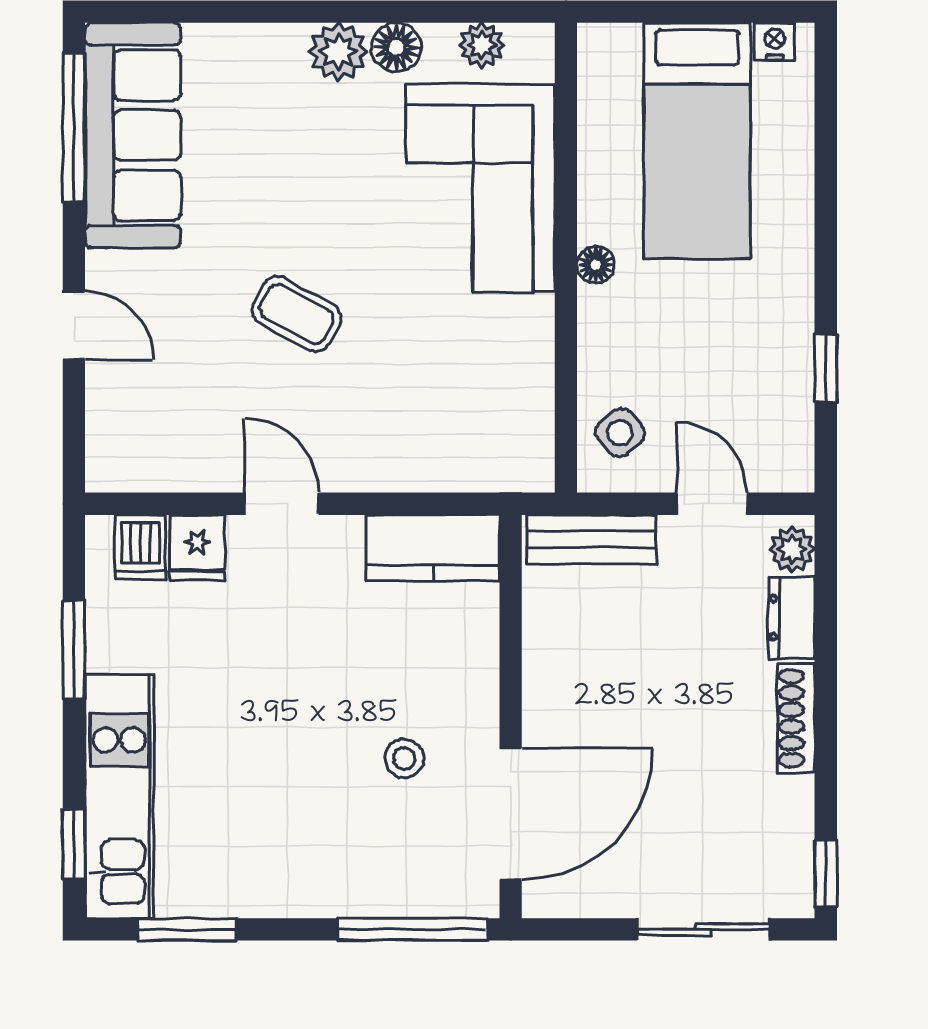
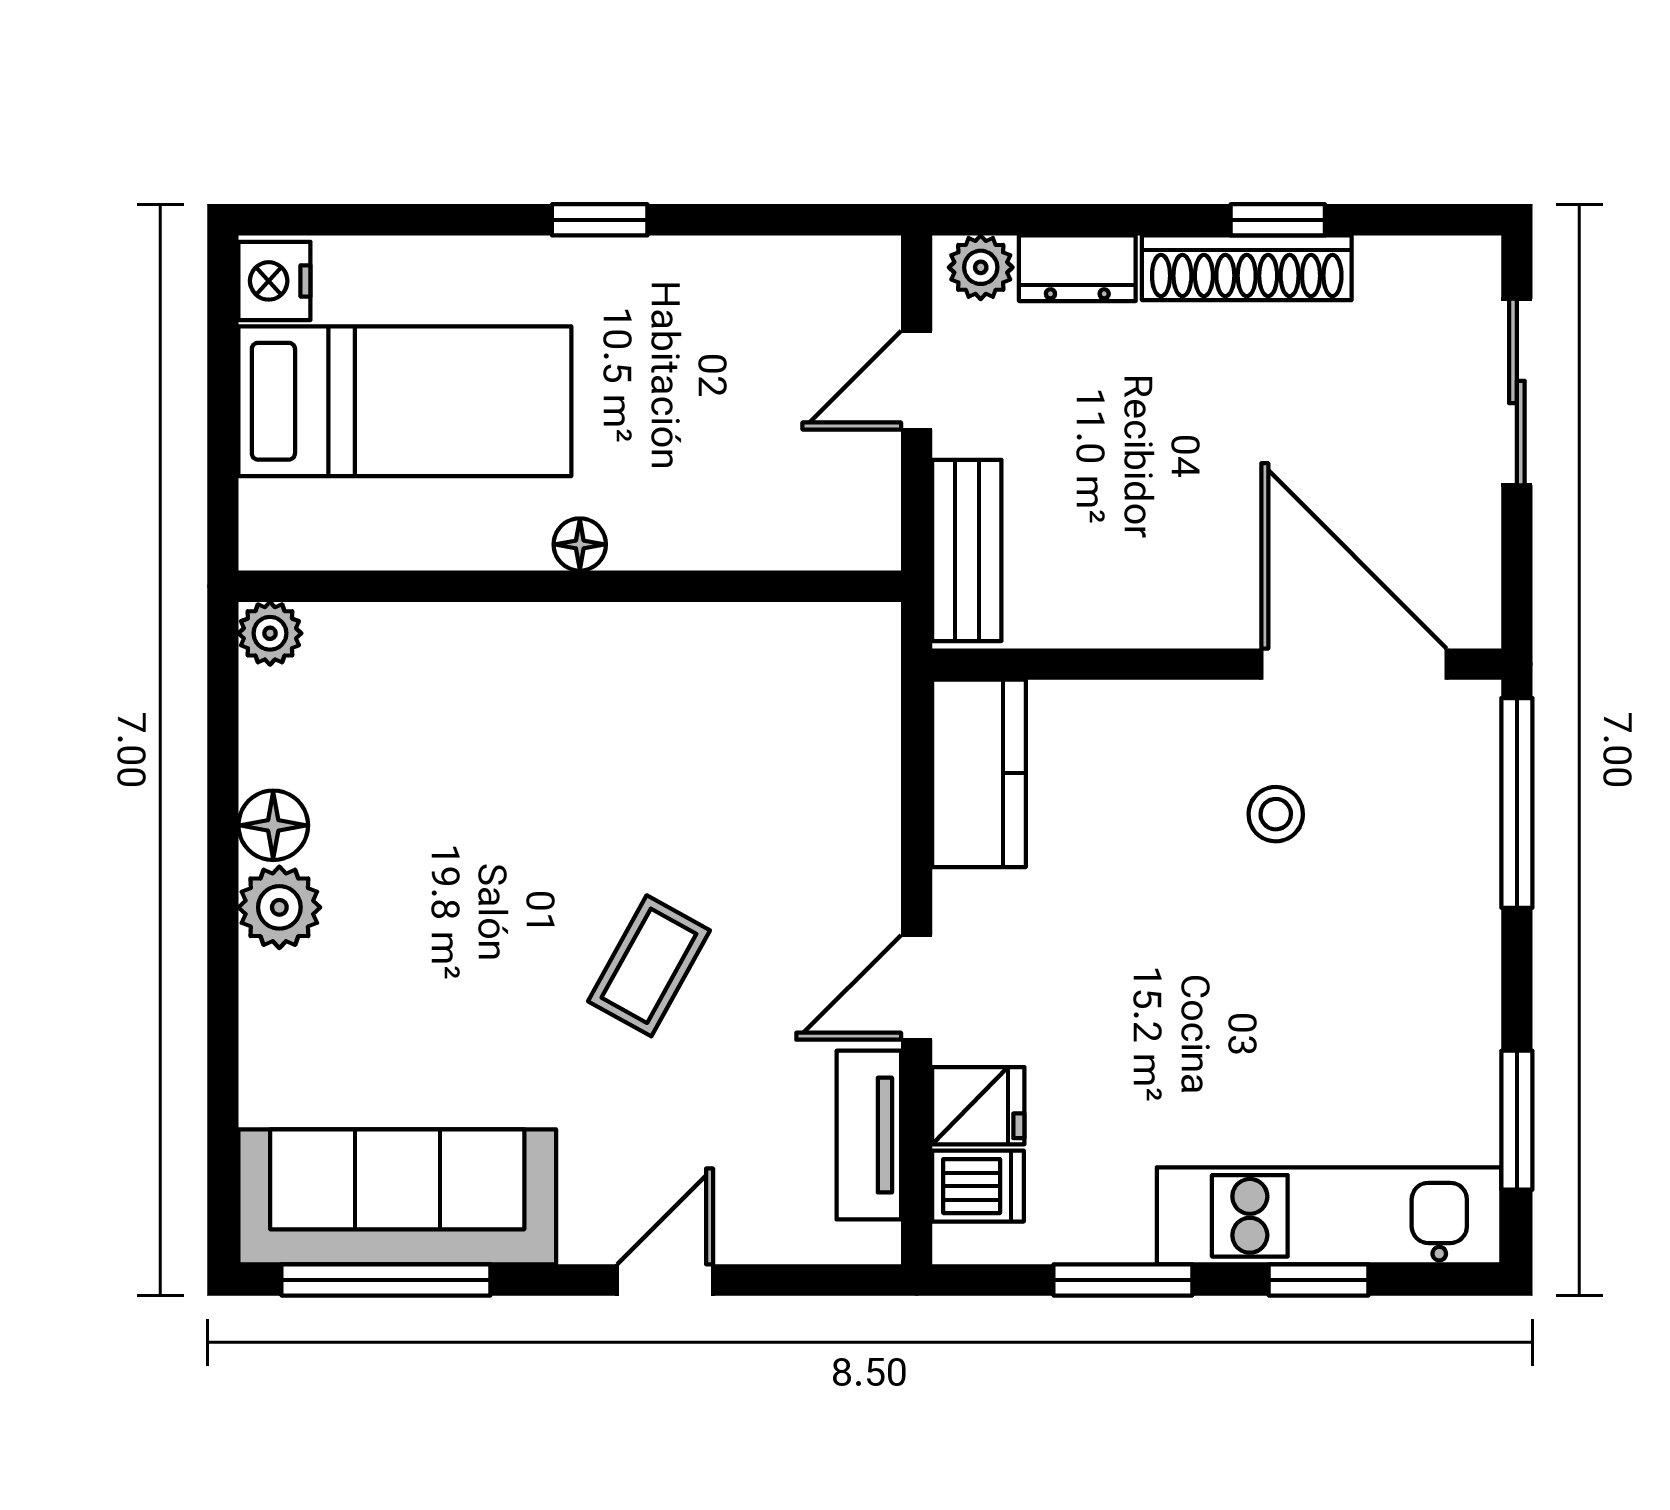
nightstand: (775, 42) -> (274, 281), width x1.39, depth x1.35
plant: (482, 45) -> (270, 633), moved
corner sofa: (480, 188) -> (472, 707), removed
window: (826, 368) -> (600, 220), moved
side table: (620, 433) -> (817, 510), removed
tv unit: (177, 470) -> (869, 1135), added
shoe rack: (796, 718) -> (1247, 268), width x1.36, depth x1.24
window: (74, 844) -> (1319, 1280), moved
window: (826, 874) -> (1278, 220), moved

